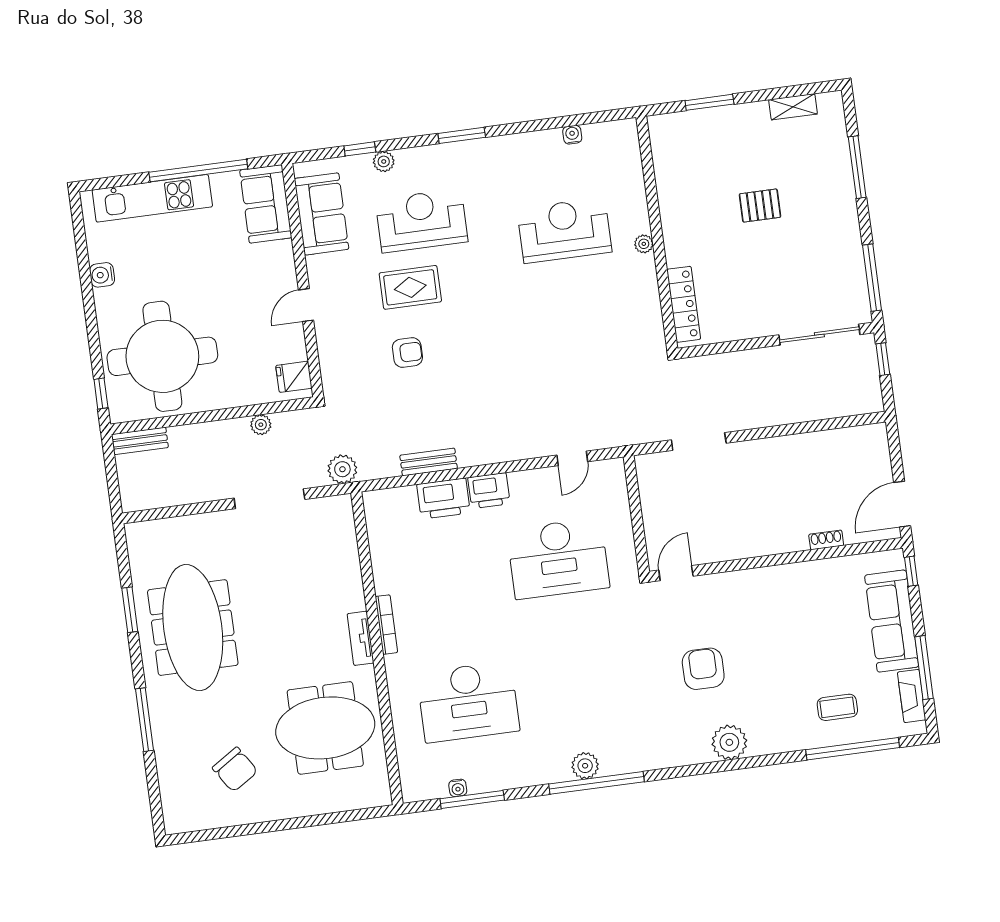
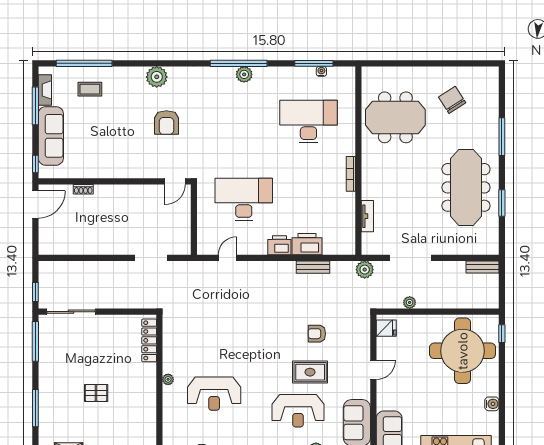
bench: (140, 441) -> (483, 267), moved
tv unit: (360, 638) -> (367, 216), moved

